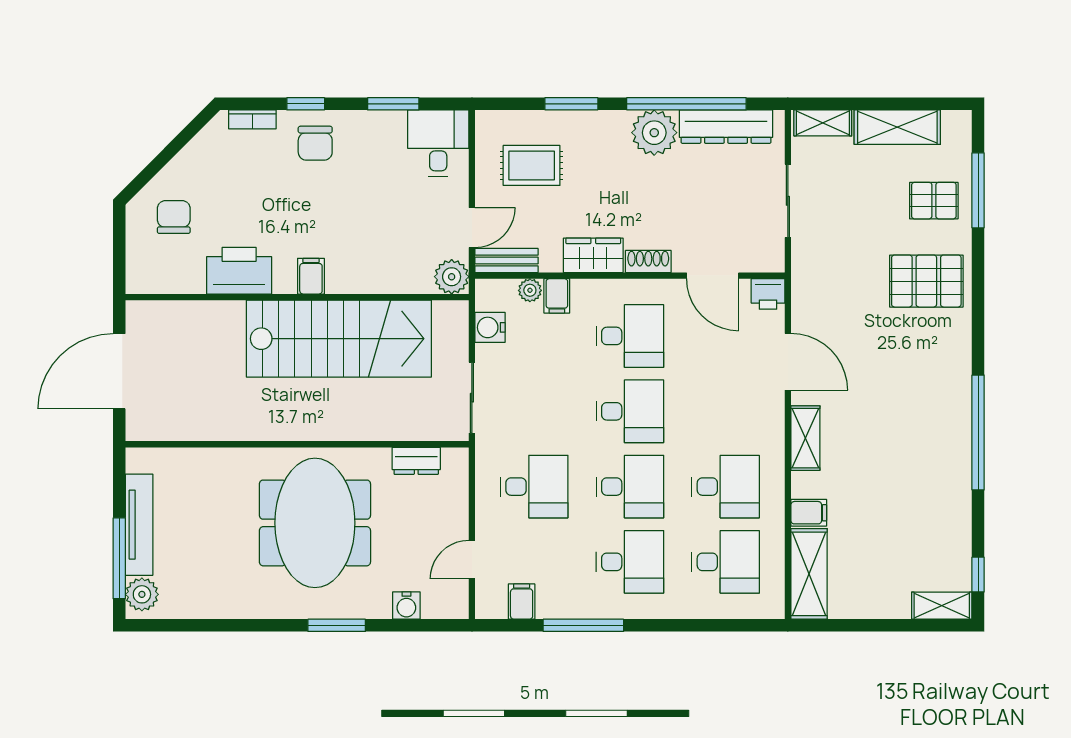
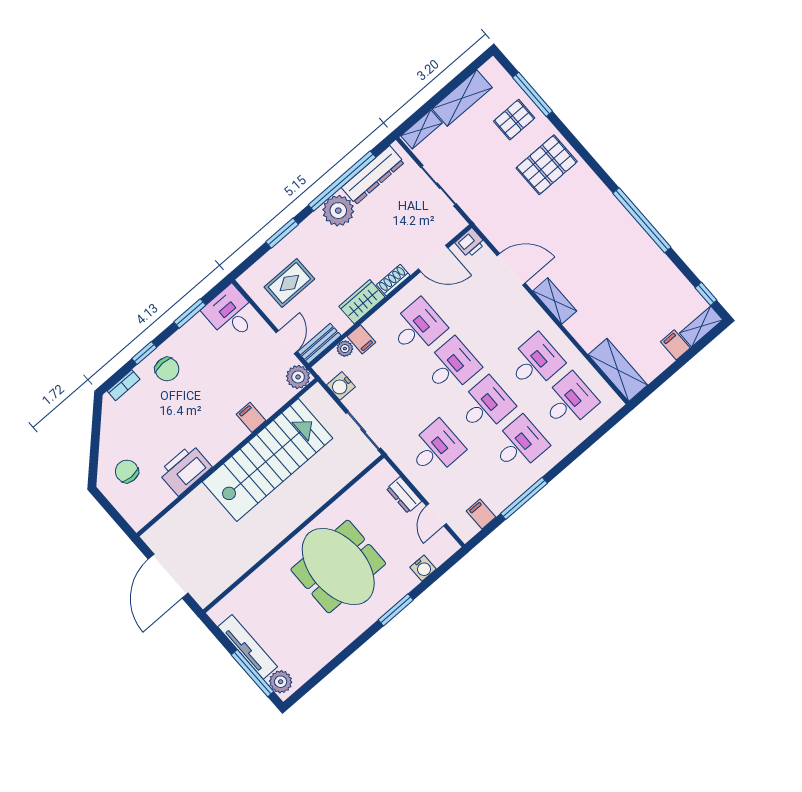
filing cabinet: (311, 276) -> (251, 417), moved
dresser: (416, 461) -> (404, 495), moved, turned 90
filing cabinet: (809, 513) -> (675, 345), moved, turned -90

